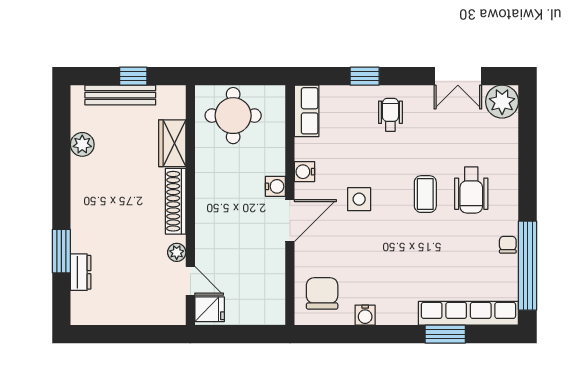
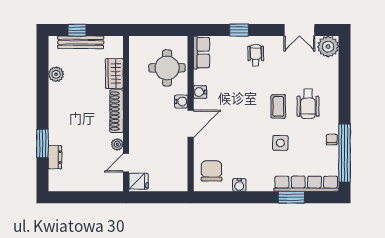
window: (133, 76) -> (77, 30), moved
round table: (233, 116) -> (167, 68), moved
side table: (359, 199) -> (280, 143), moved
door: (190, 281) -> (126, 163), swing flipped

